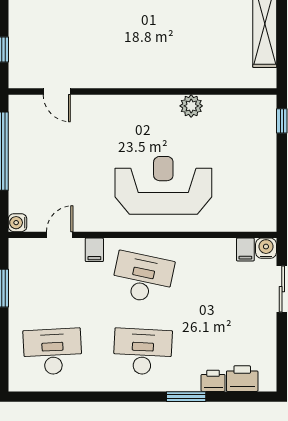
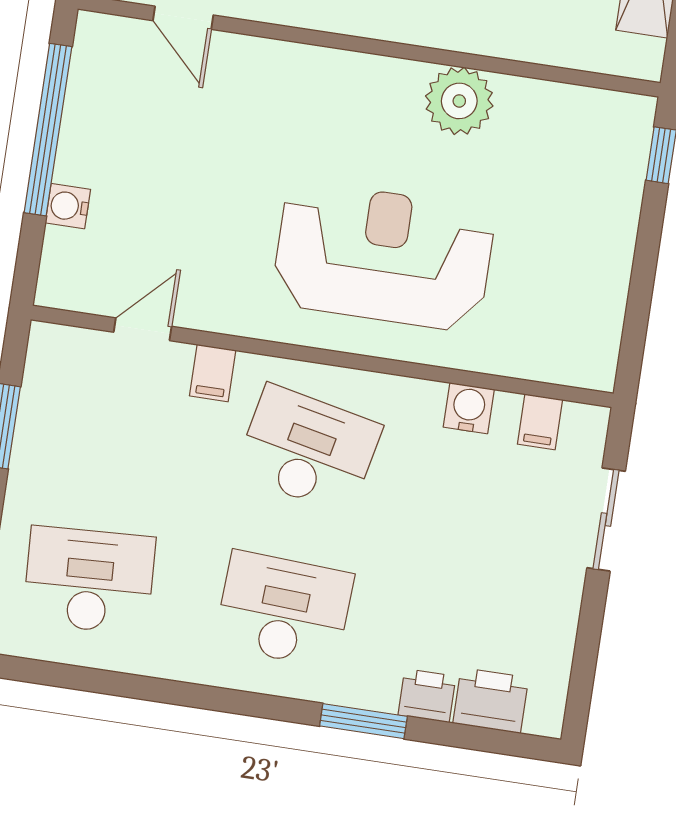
plant: (191, 106) -> (459, 101), width x1.36, depth x1.36
water cooler: (18, 223) -> (68, 206), moved
water cooler: (266, 248) -> (469, 408), moved

